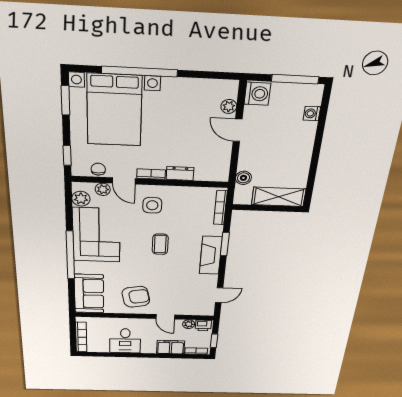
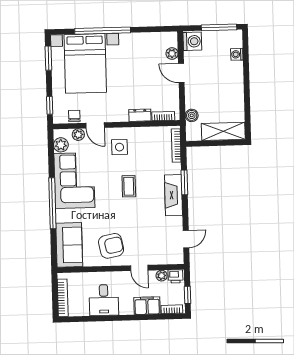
bookcase: (151, 174) -> (163, 116), moved

